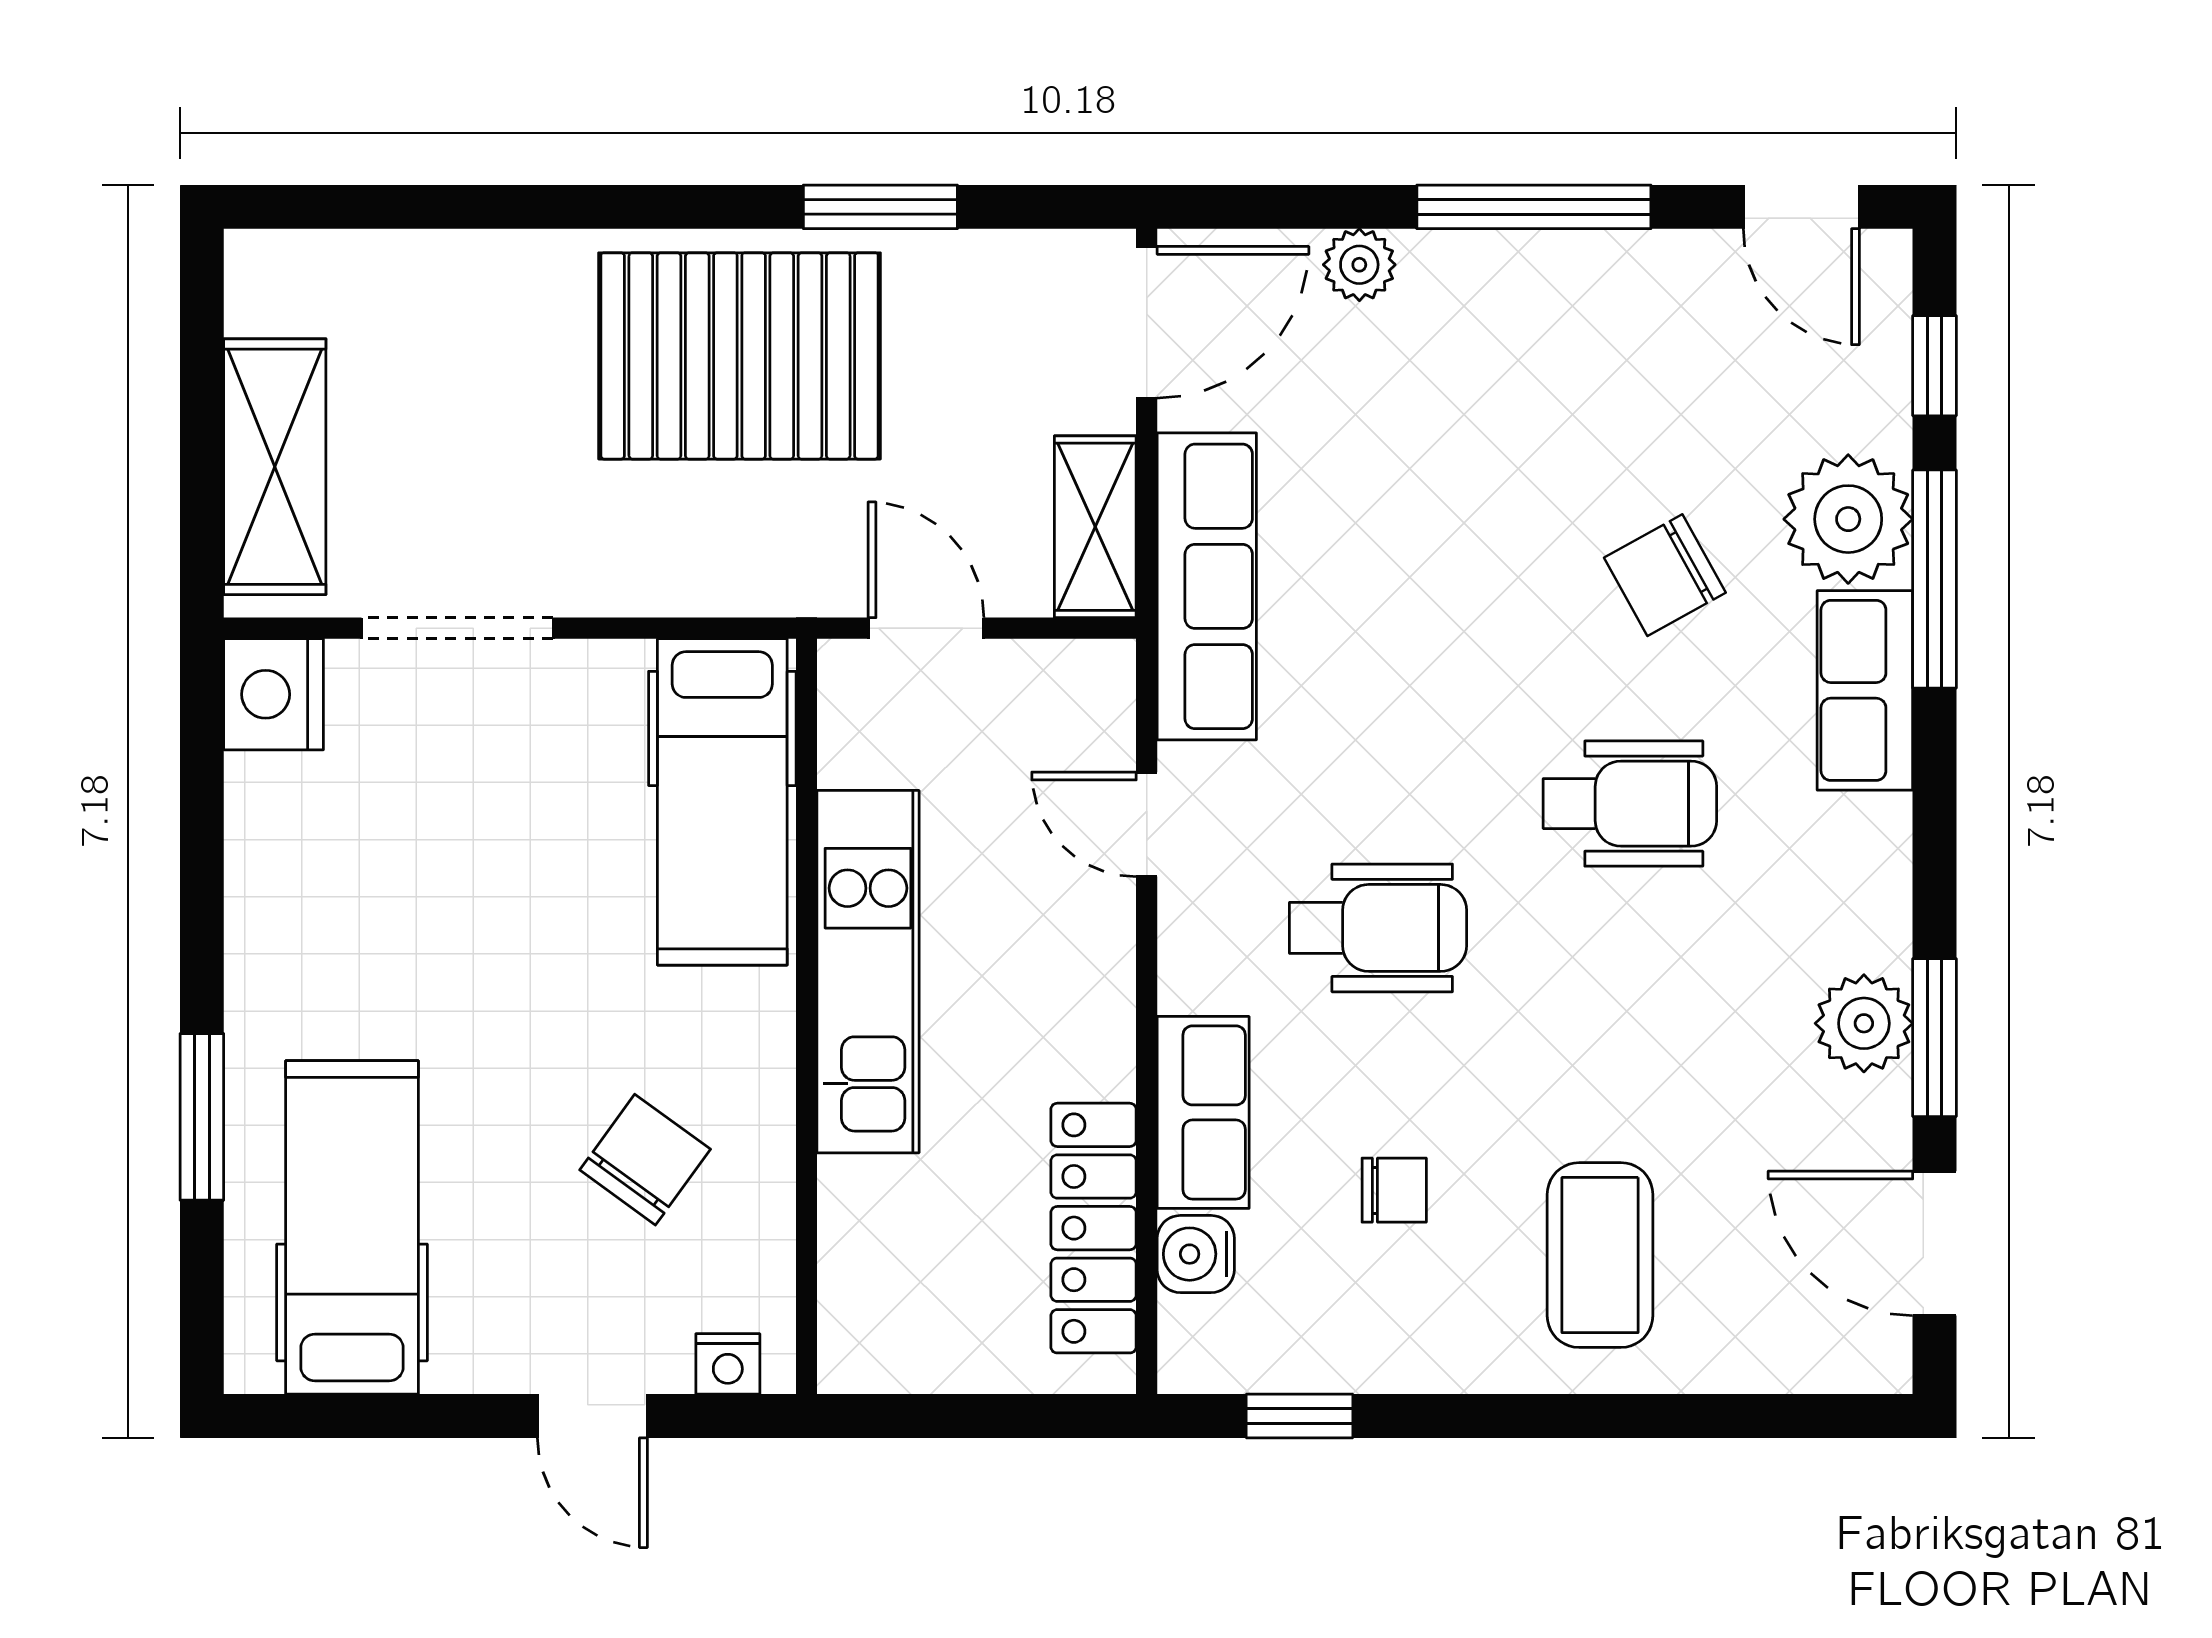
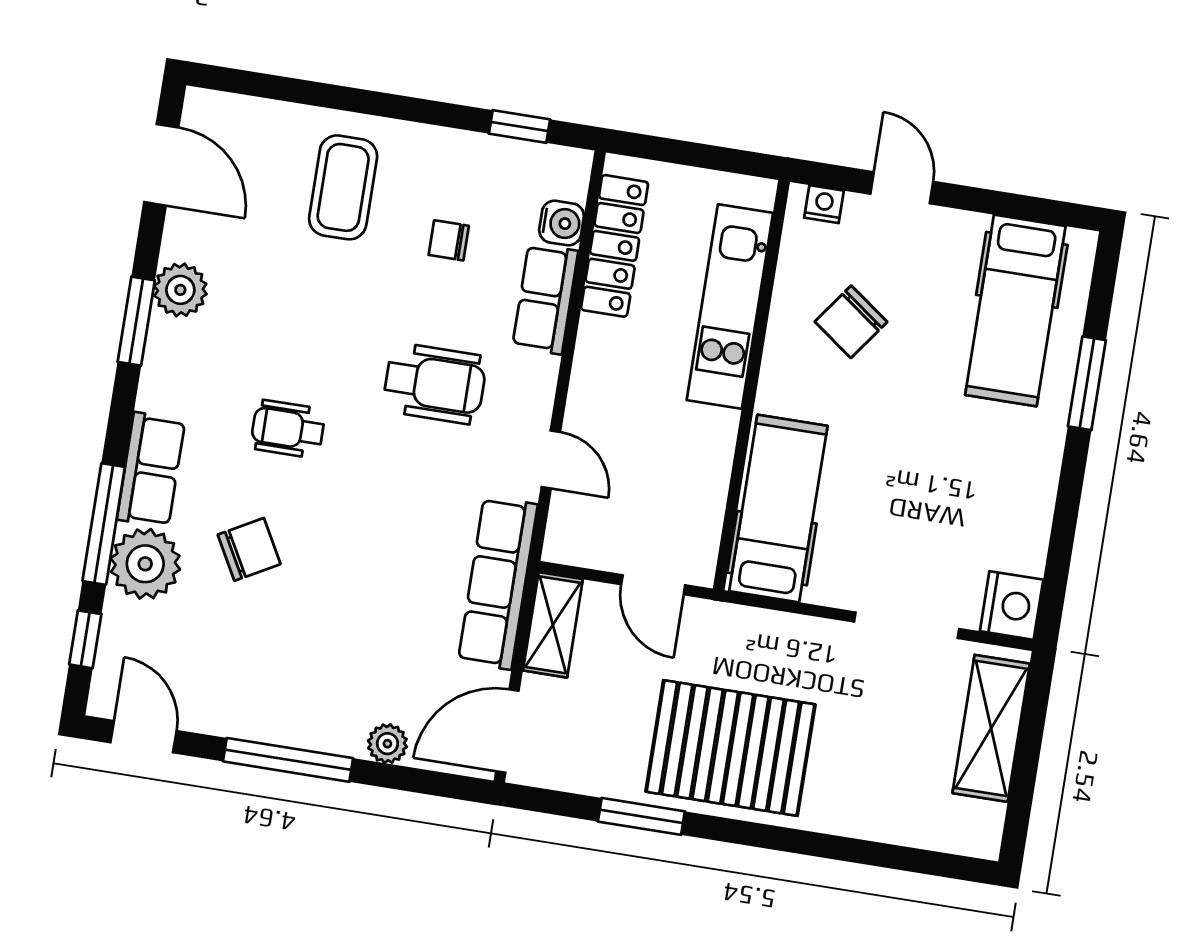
wheelchair: (1630, 804) -> (288, 429), width x0.73, depth x0.73
wheelchair: (1378, 928) -> (435, 384), turned 180
kitchen unit: (868, 972) -> (730, 307), moved
window: (1934, 1038) -> (136, 321), moved

